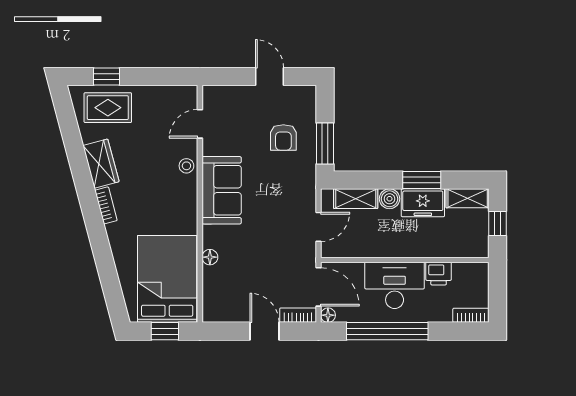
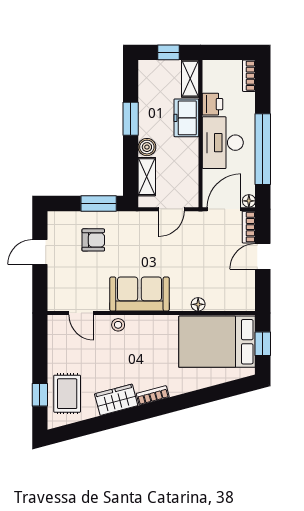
shelving: (468, 198) -> (190, 79), moved
freezer: (423, 203) -> (186, 118), moved, turned 180
door: (319, 227) -> (171, 209), swing flipped

